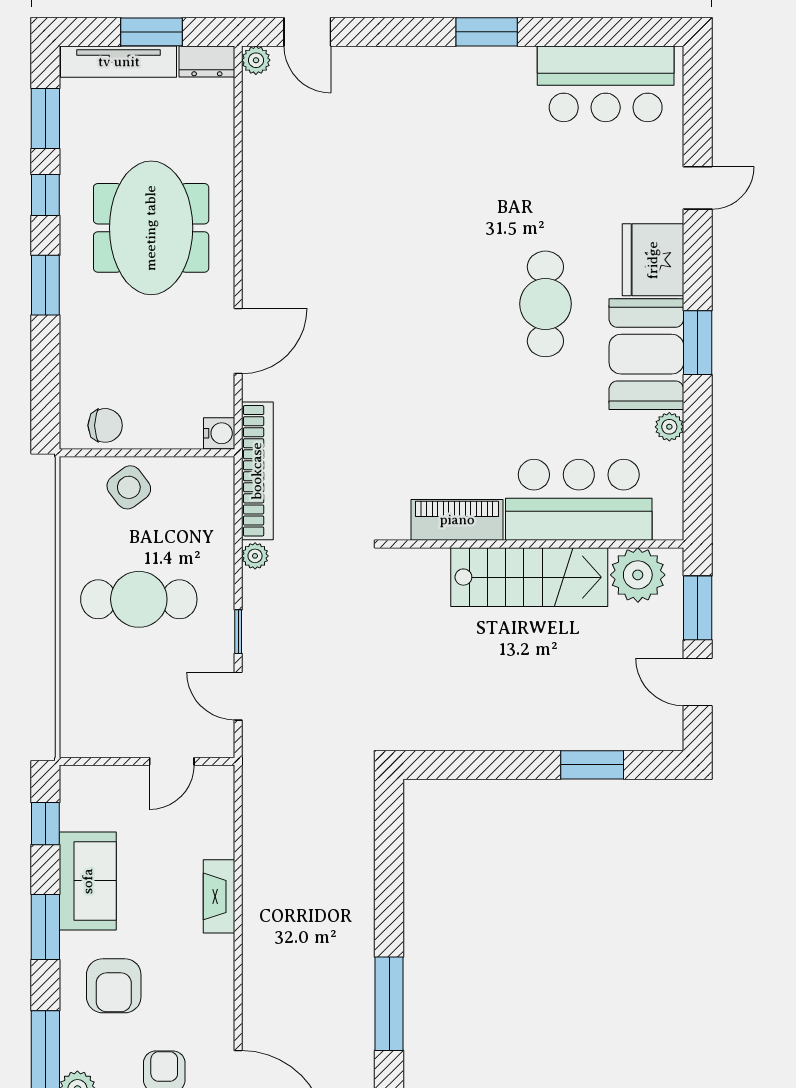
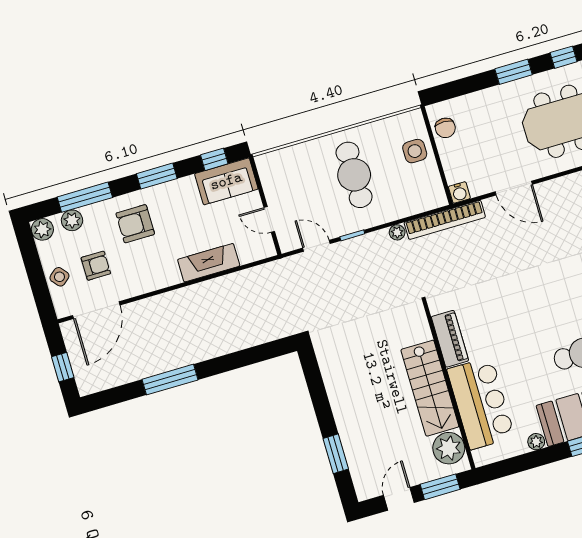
side table: (129, 487) -> (415, 151), turned 37
door: (238, 696) -> (316, 246), hinge flipped
sofa: (88, 881) -> (226, 181), moved
fireplace: (219, 896) -> (209, 263), width x1.37, depth x1.32

